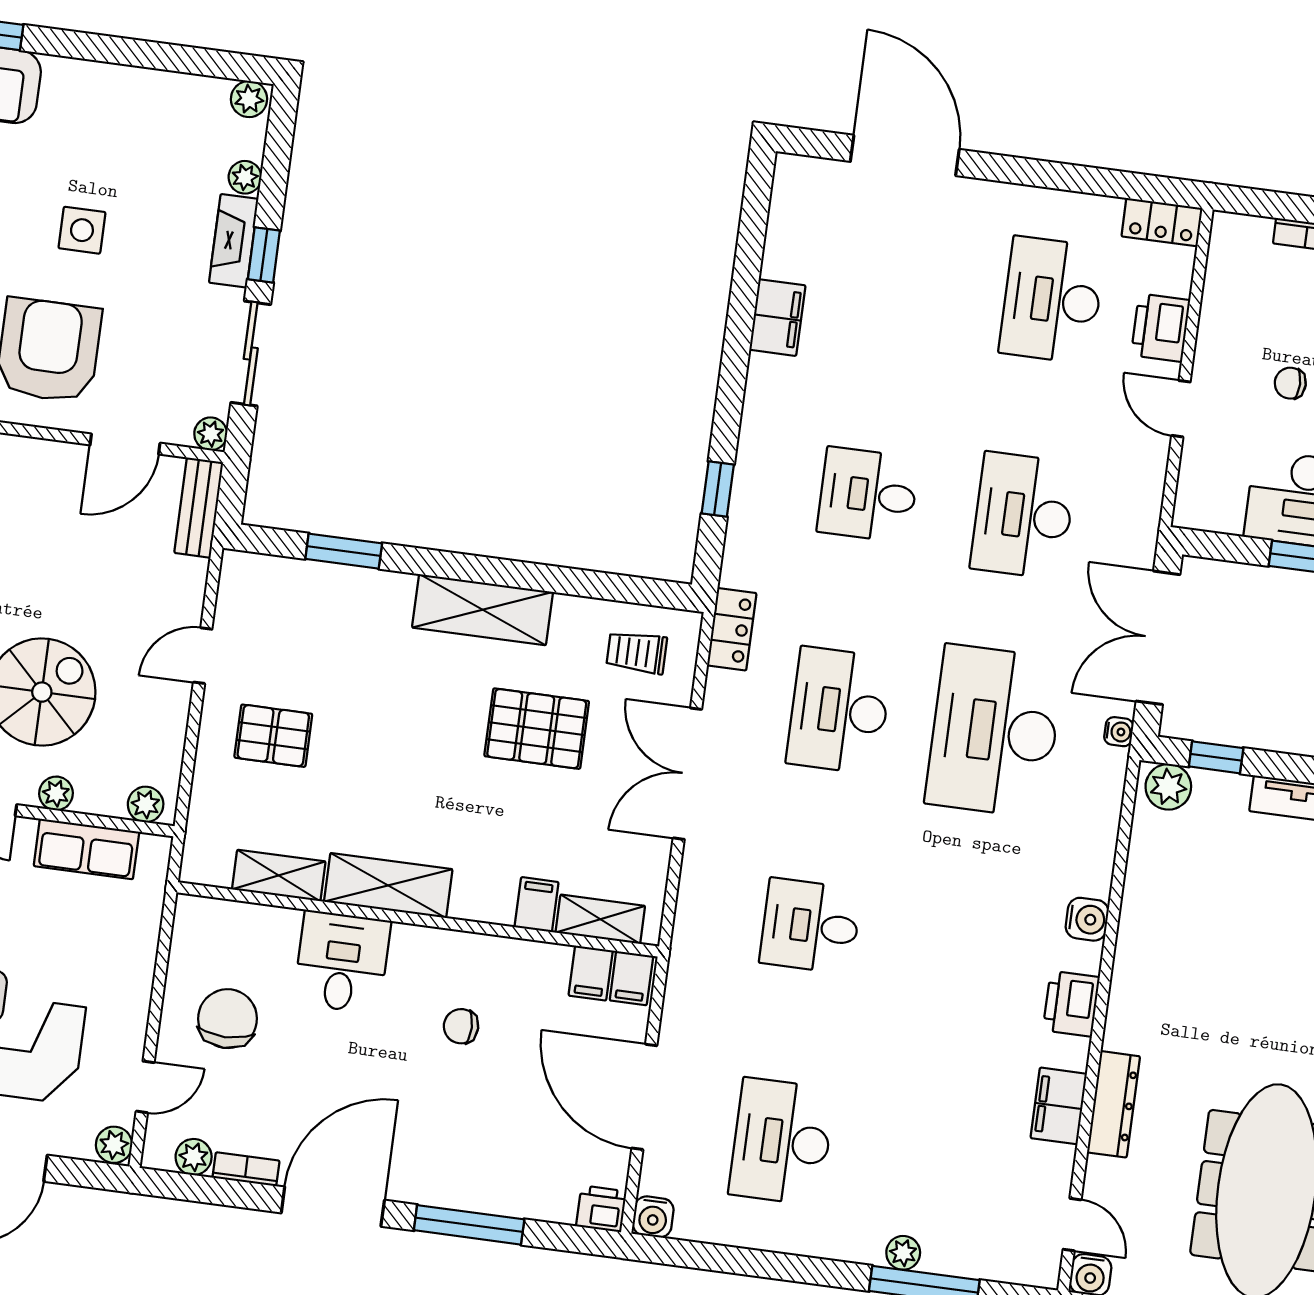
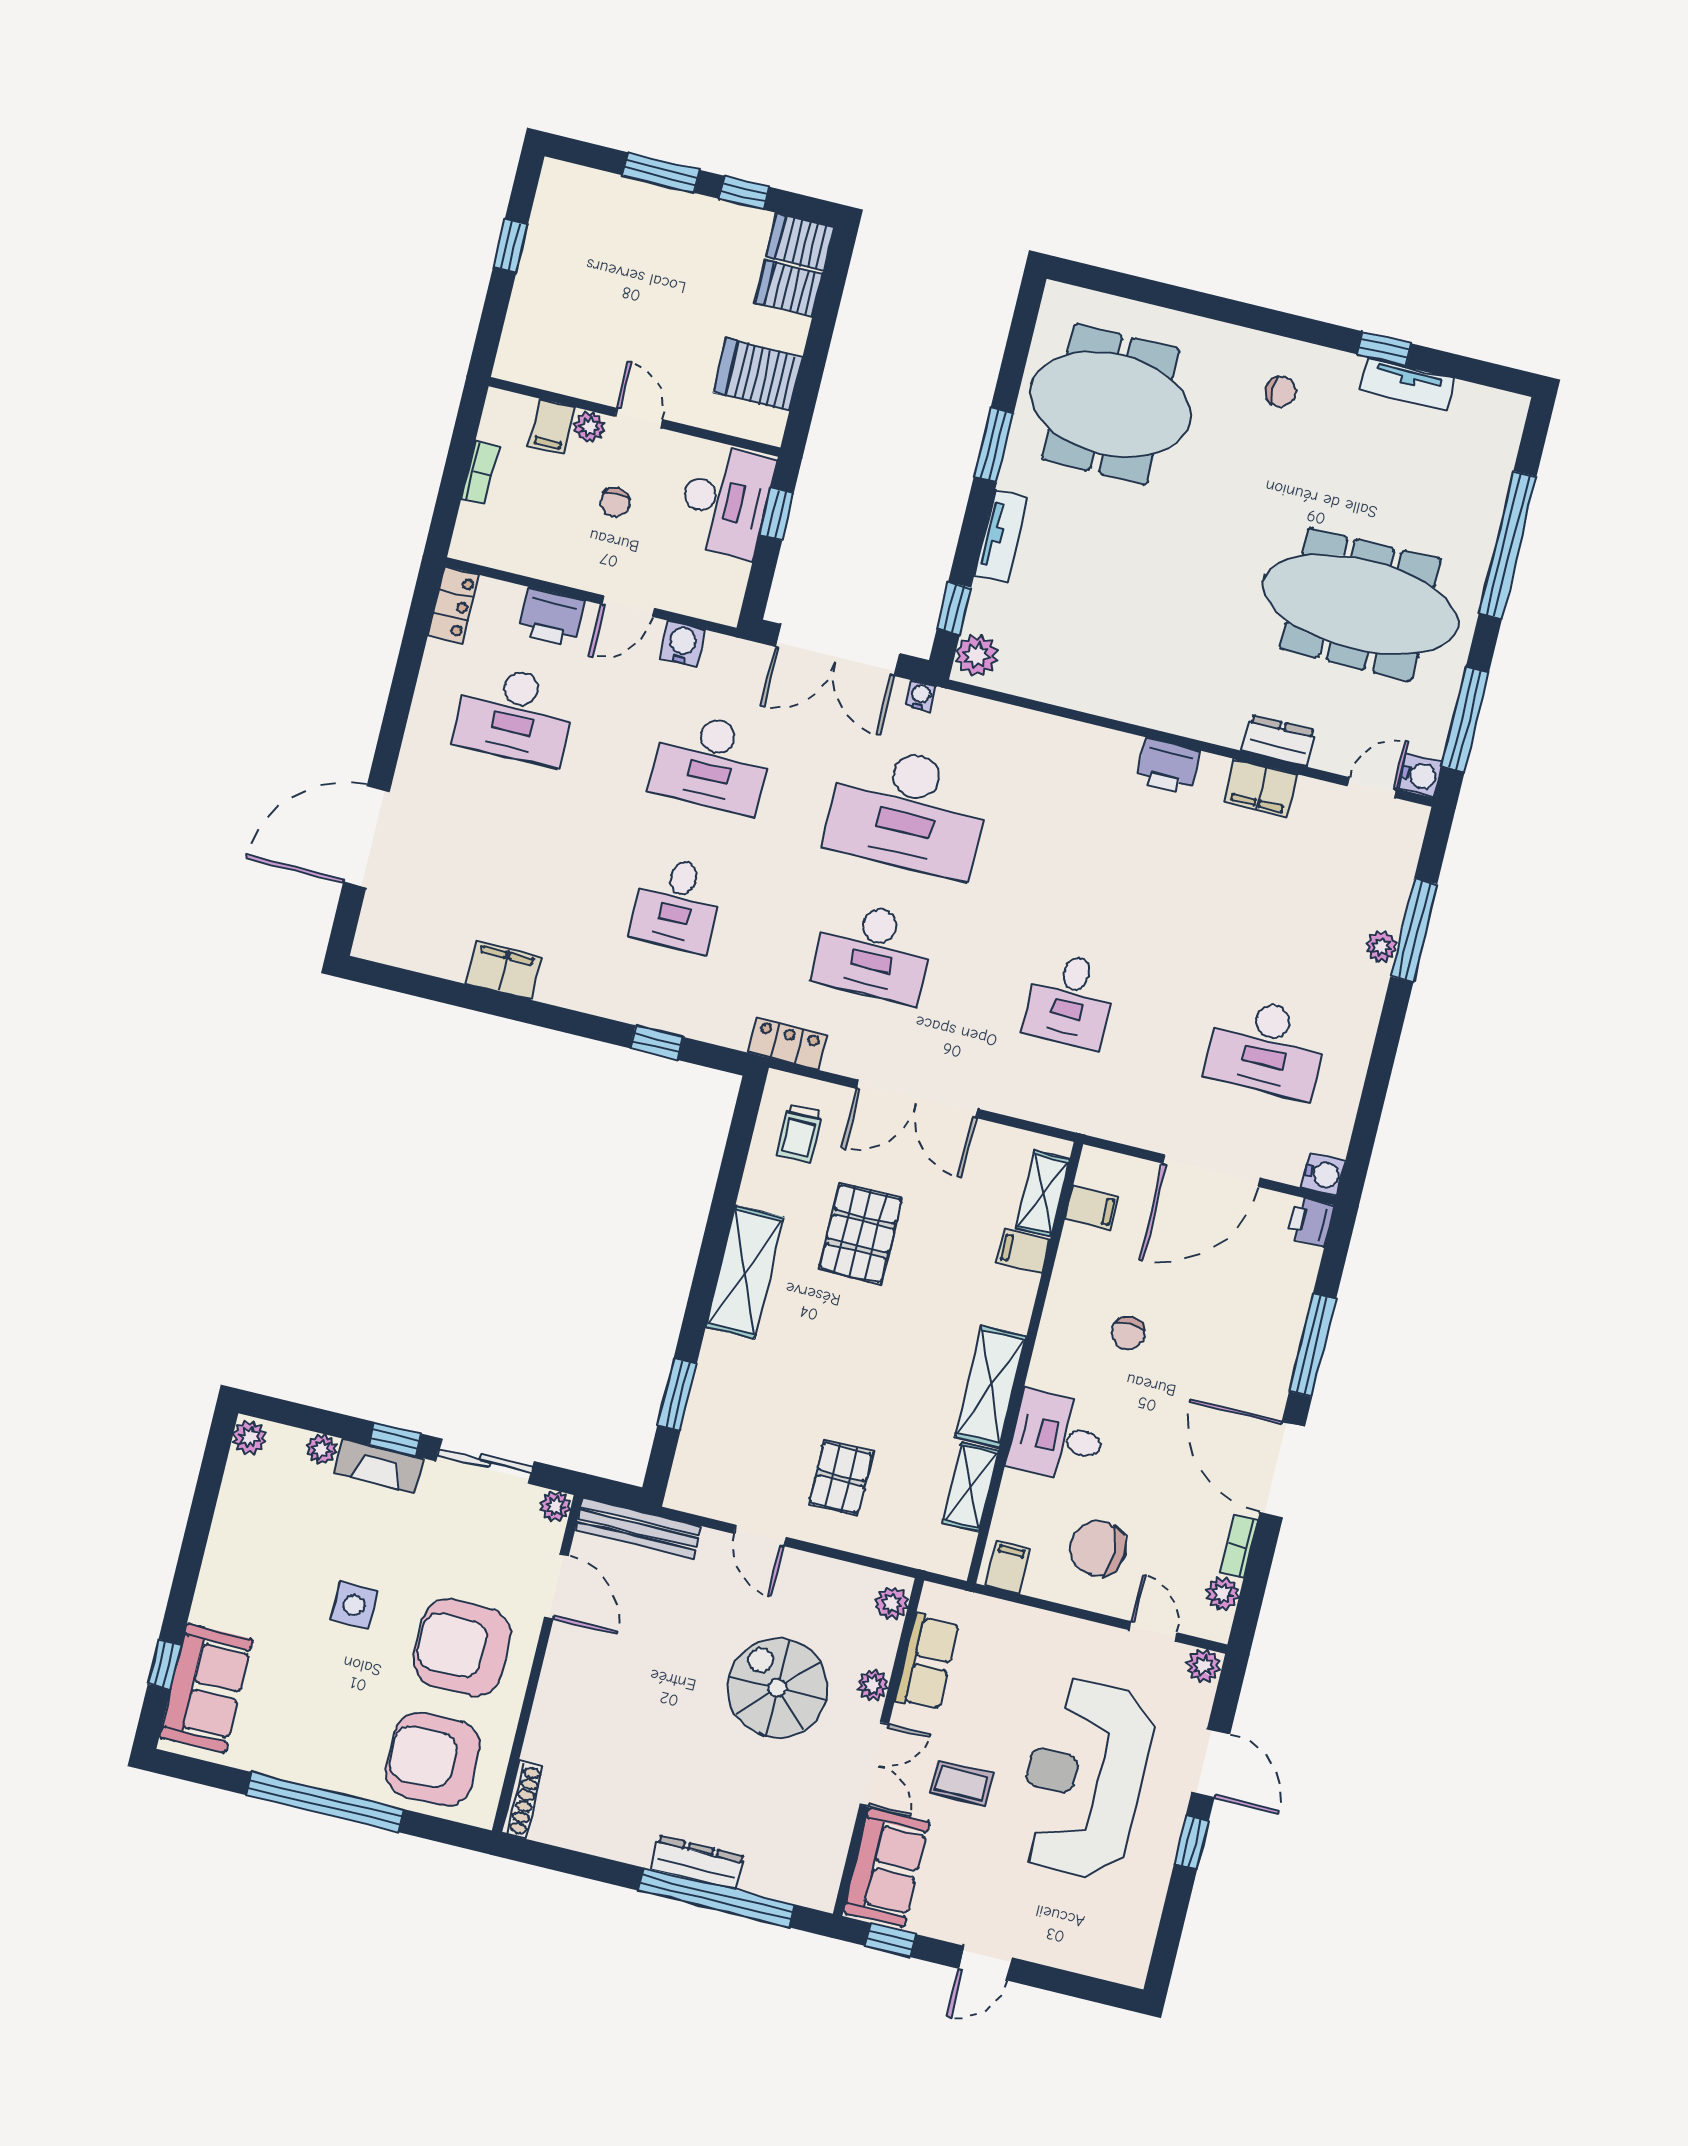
bench: (199, 508) -> (638, 1528), width x1.36
water cooler: (1087, 919) -> (682, 644), moved
filing cabinet: (631, 978) -> (1008, 1567), moved, turned -90
dresser: (1113, 1104) -> (1279, 741), width x0.70

